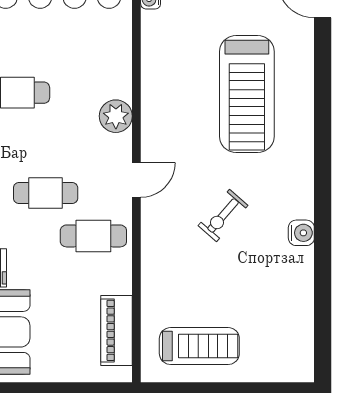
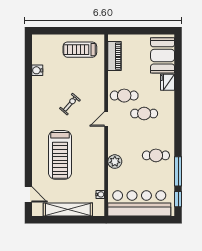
treadmill: (247, 94) -> (60, 155), turned 180
plant: (116, 116) -> (115, 162), moved
water cooler: (301, 233) -> (37, 70), moved

